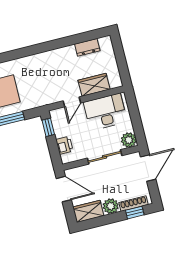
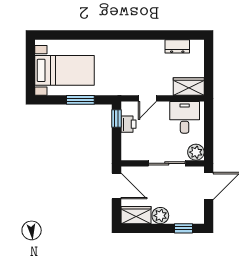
wardrobe: (94, 85) -> (189, 87), moved
desk: (105, 112) -> (185, 117), width x0.73
printer: (64, 145) -> (128, 124), moved
shoe rack: (134, 204) -> (184, 219), removed

